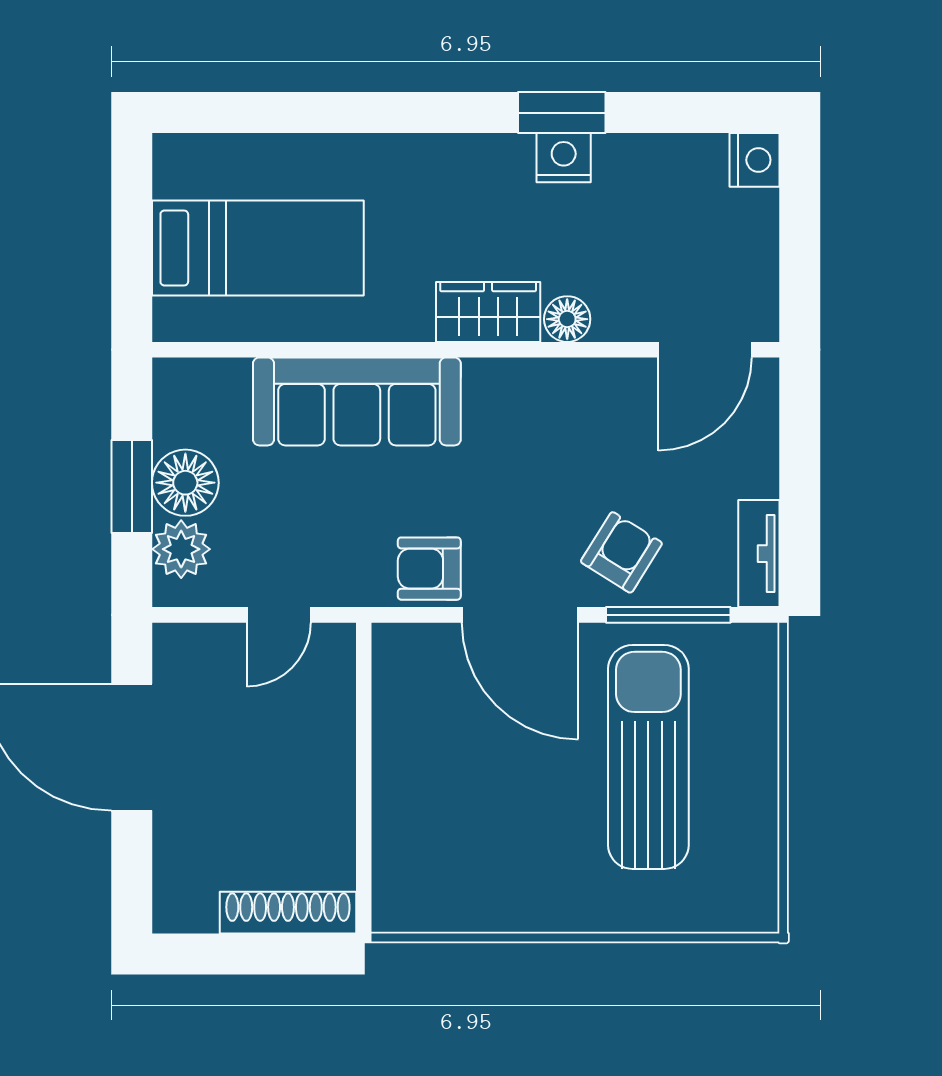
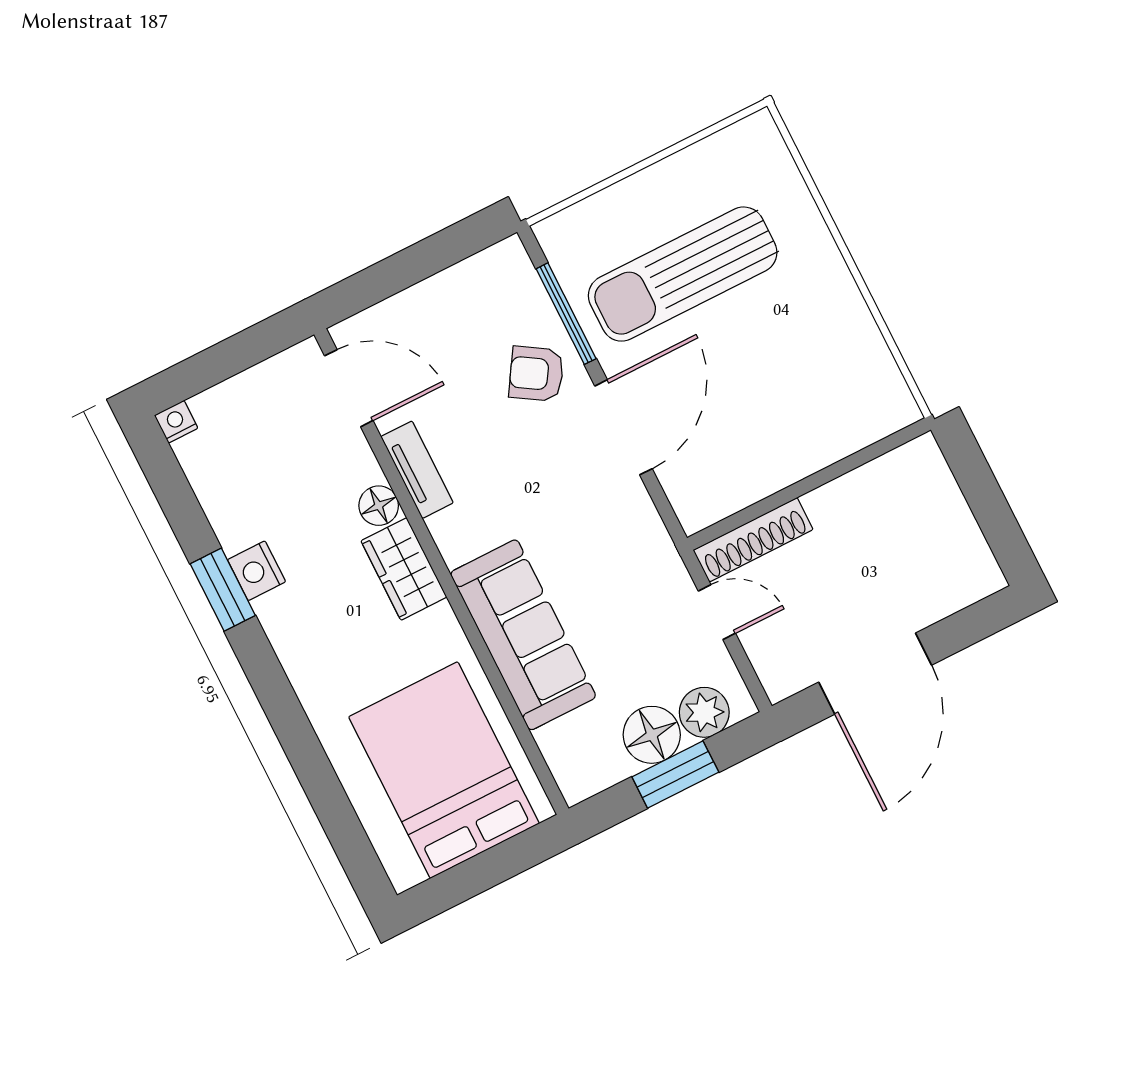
nightstand: (754, 160) -> (176, 422), width x0.72, depth x0.74
bed: (258, 248) -> (444, 770), width x1.50
tv unit: (759, 554) -> (417, 470), moved, turned -90
armchair: (429, 569) -> (623, 515), removed
shoe rack: (288, 913) -> (753, 540), moved, turned -90

